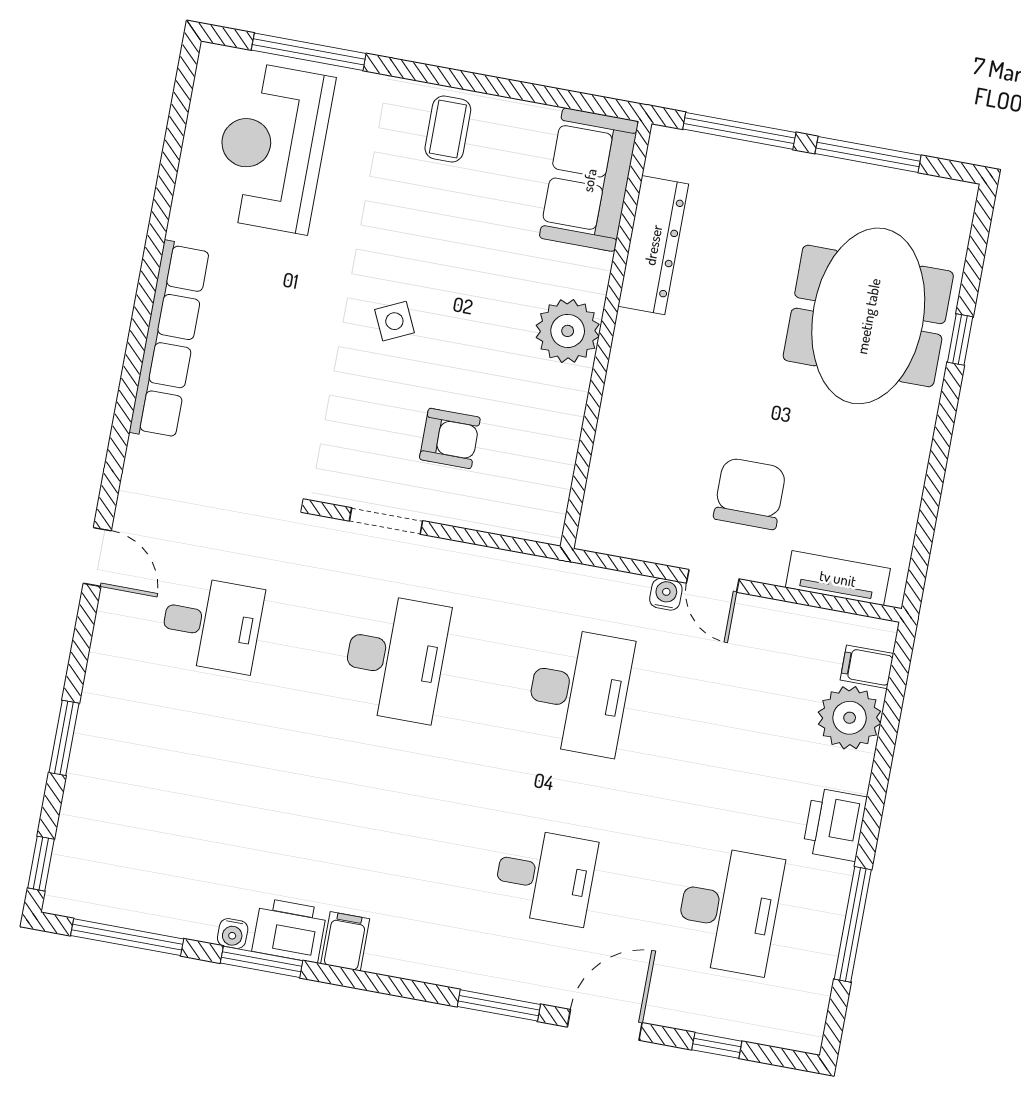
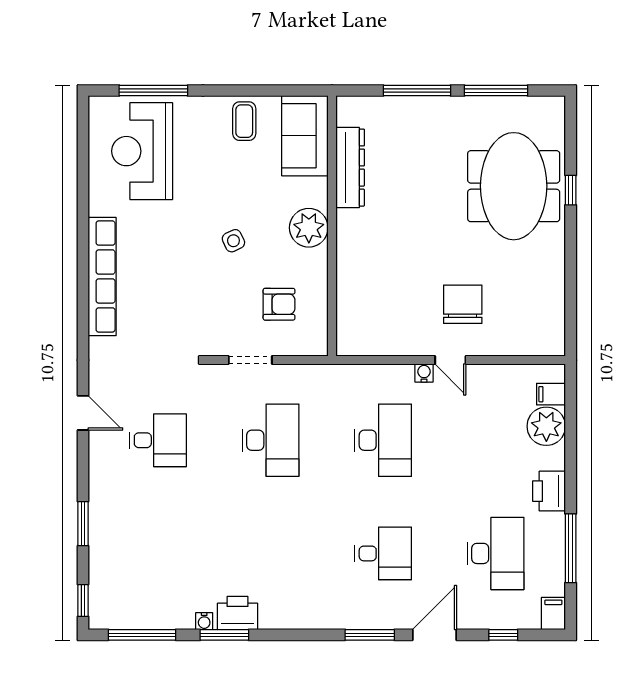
sofa: (589, 180) -> (305, 136), moved
dresser: (653, 245) -> (350, 168), moved
plant: (568, 331) -> (309, 228), moved
wall: (606, 335) -> (332, 226), moved
tv unit: (838, 578) -> (524, 345), removed
filing cabinet: (345, 941) -> (553, 614), moved

